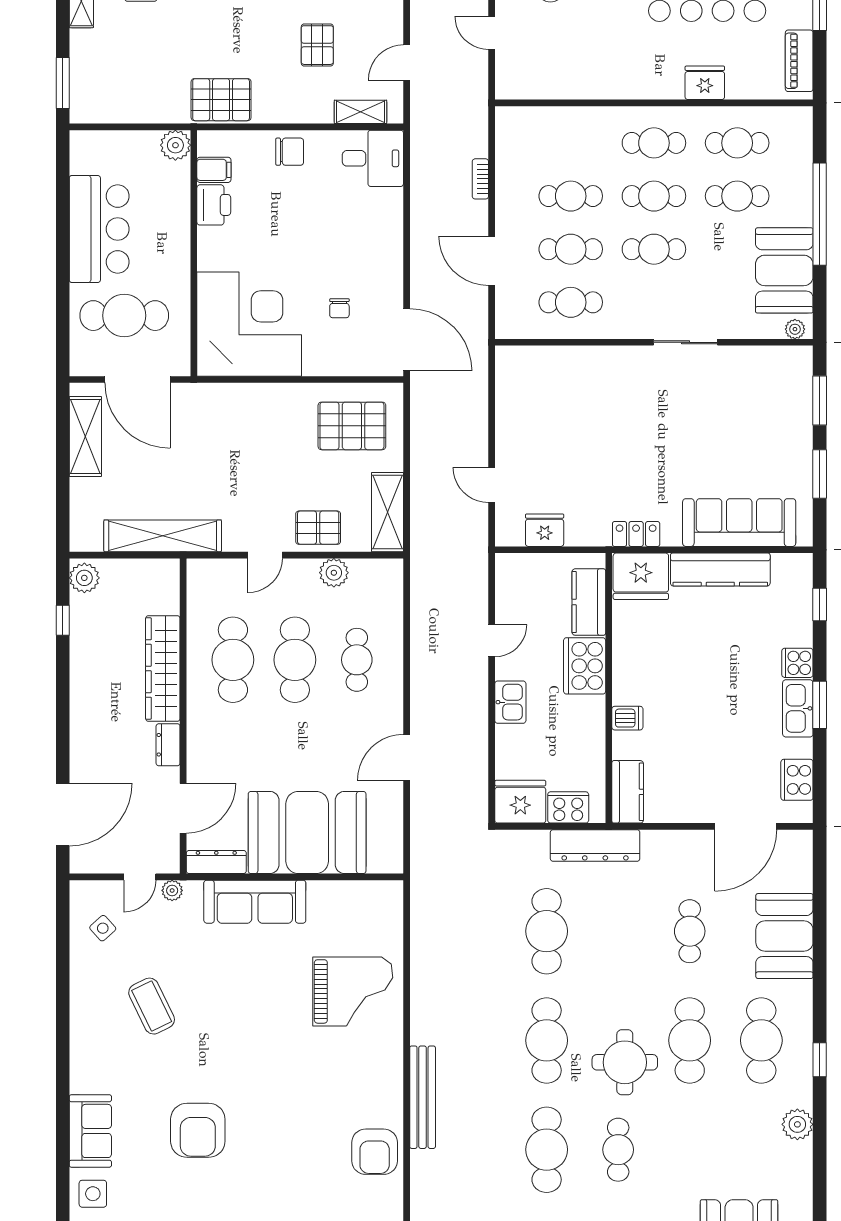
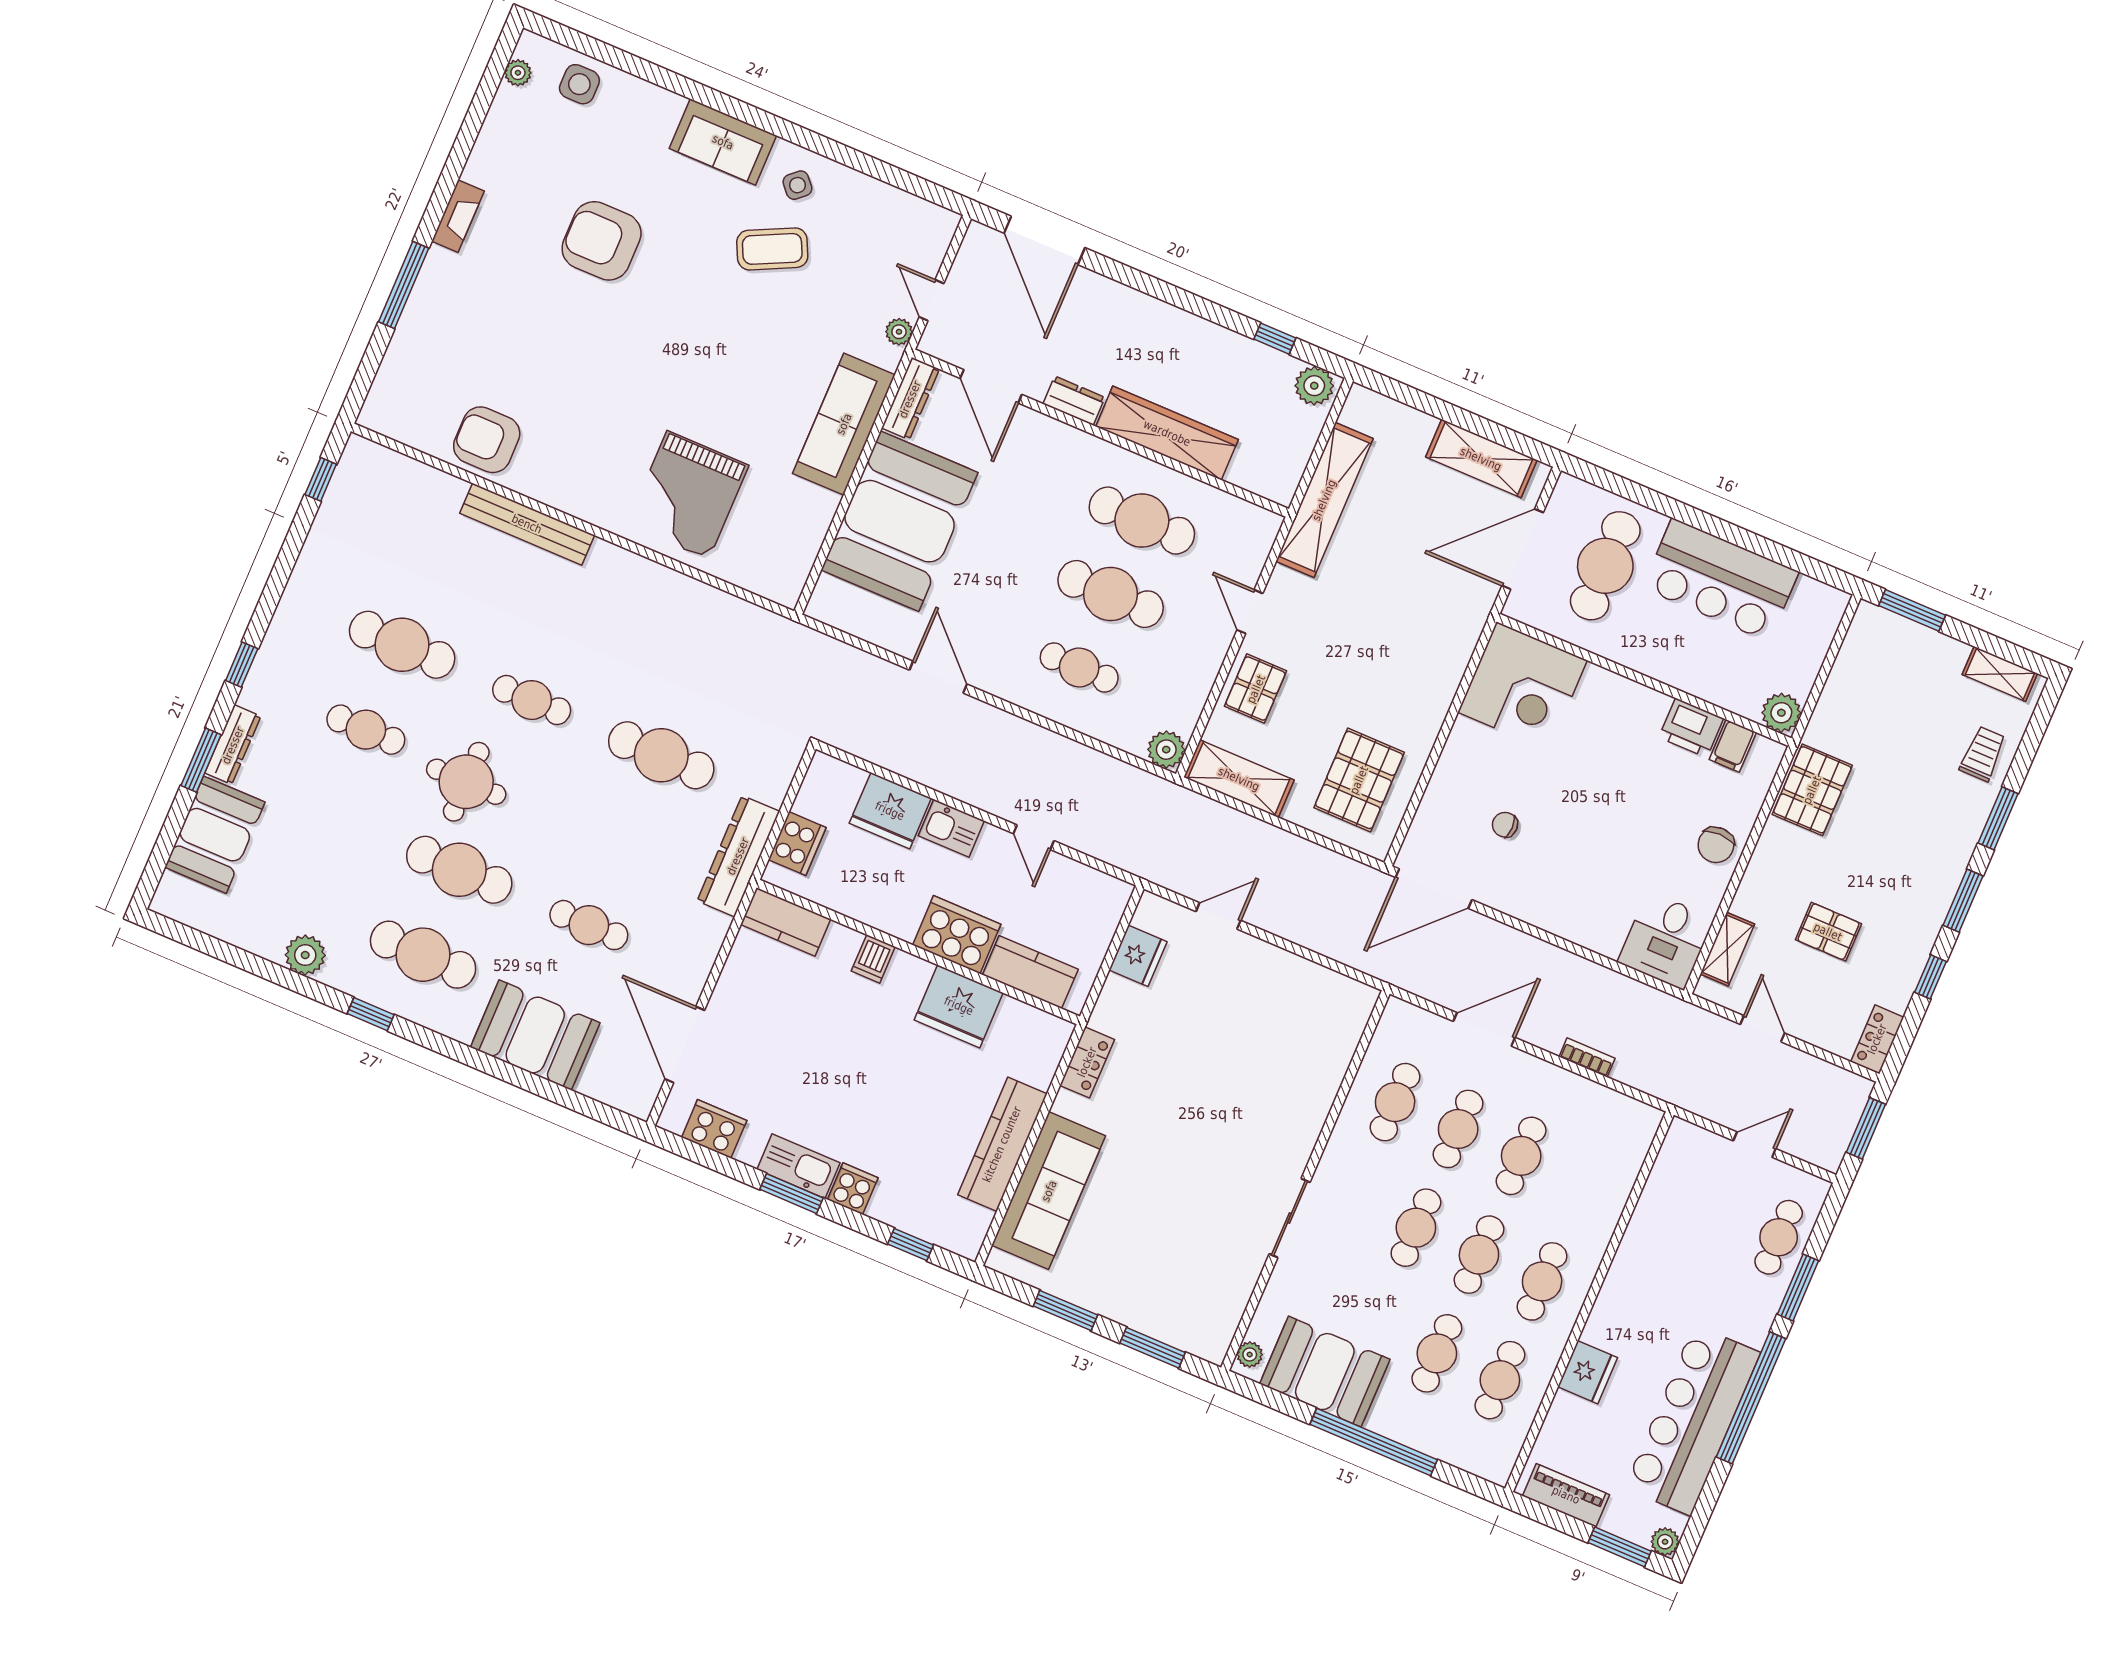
corner desk: (249, 324) -> (1522, 686), width x0.74, depth x0.74
plant: (334, 573) -> (1166, 750), moved
fridge: (641, 576) -> (959, 1006), moved, turned -90
fridge: (520, 802) -> (890, 811), moved, turned 90
side table: (103, 928) -> (797, 185), moved
cafe table: (547, 1040) -> (532, 700), width x0.73, depth x0.74
sofa: (90, 1131) -> (723, 142), moved

